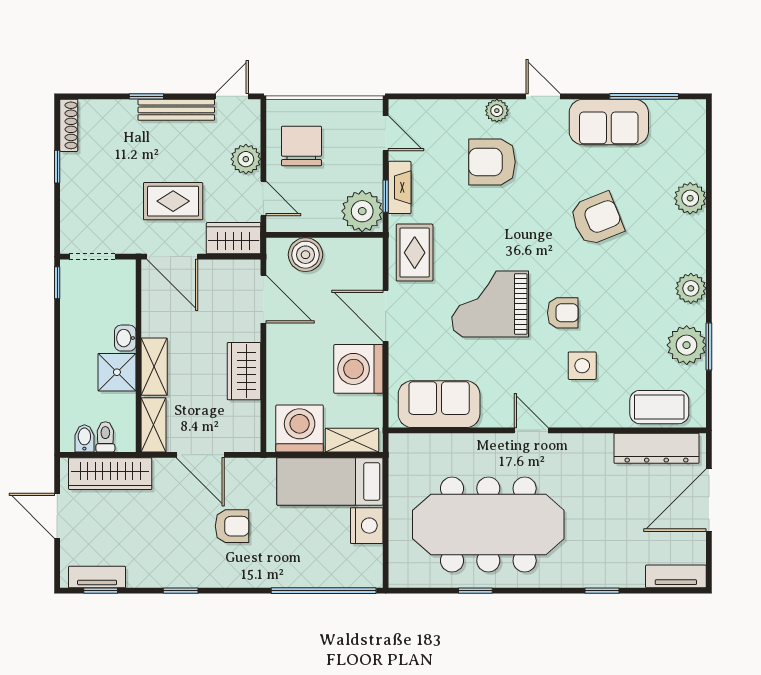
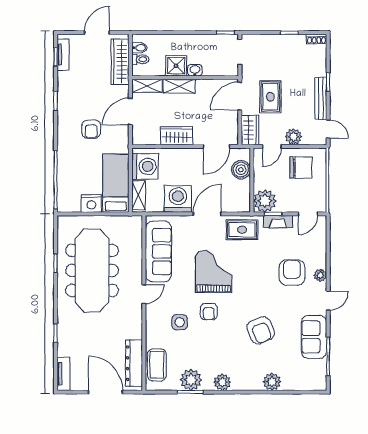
shoe rack: (69, 125) -> (317, 39), width x0.70
sofa: (439, 404) -> (158, 251), width x1.36

